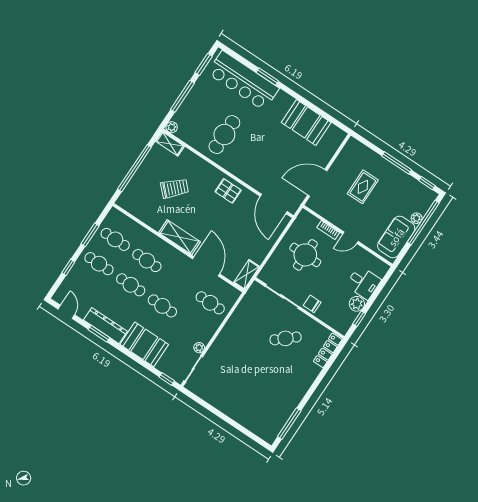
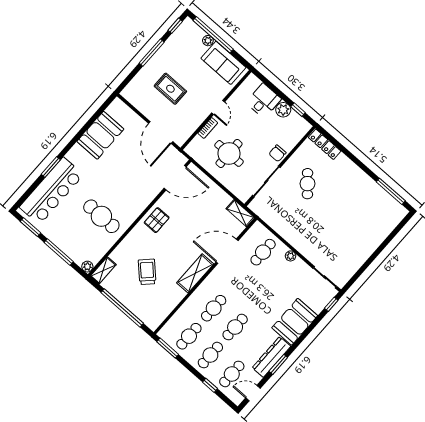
window: (90, 235) -> (168, 348), moved
cafe table: (162, 306) -> (232, 374), moved
plant: (199, 348) -> (291, 256), moved

